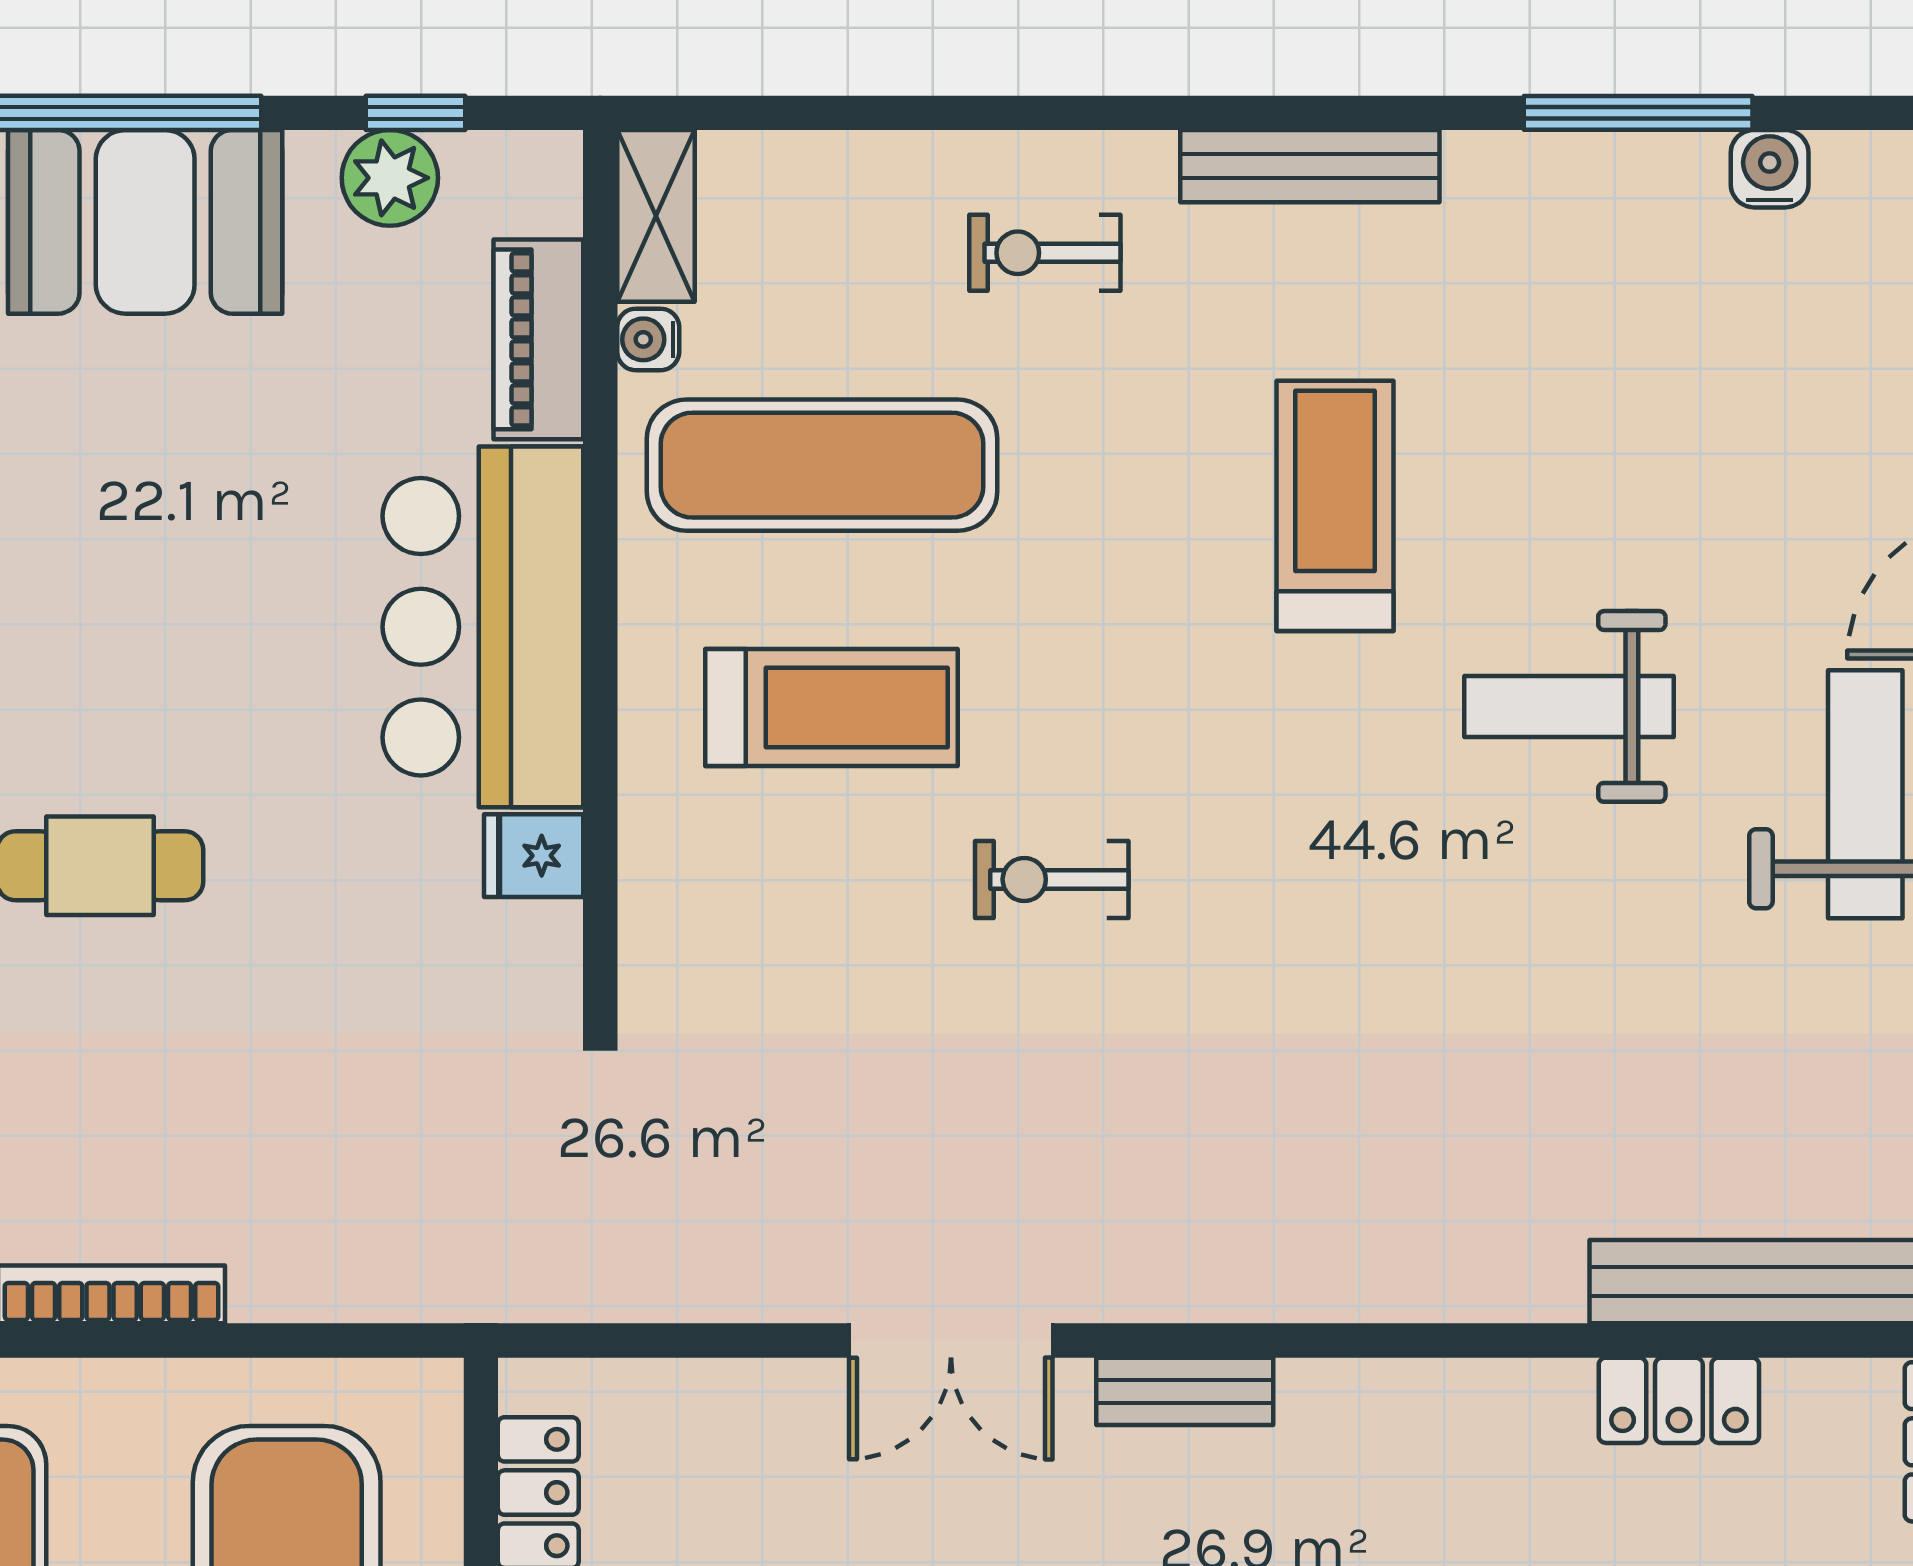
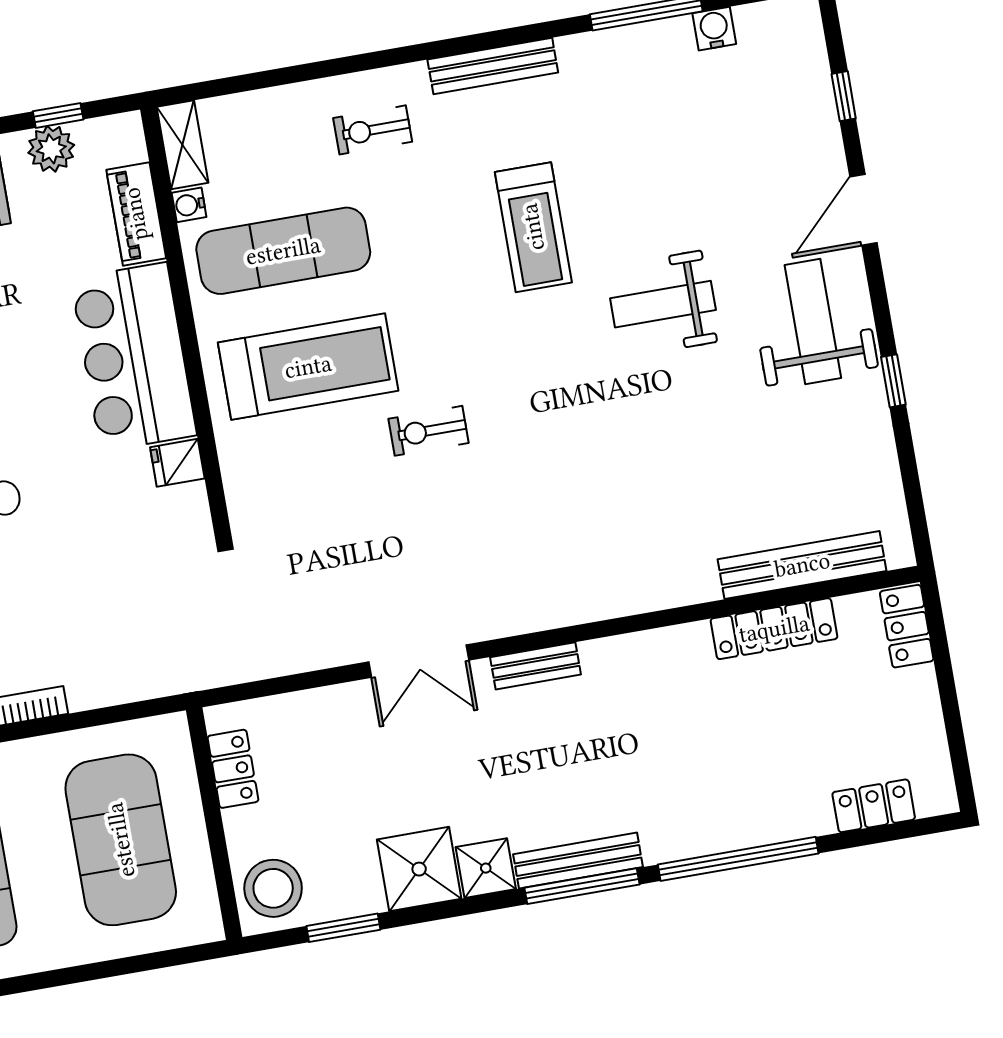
treadmill: (1335, 506) -> (533, 227), turned 180
treadmill: (831, 707) -> (308, 367), width x1.37, depth x1.38
locker: (1679, 1400) -> (774, 629), width x1.53

